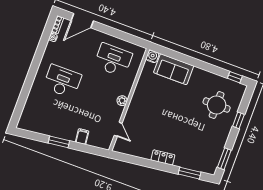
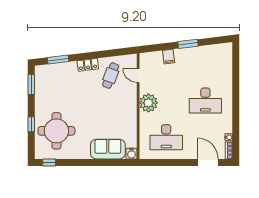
door: (82, 21) -> (208, 163), hinge flipped
plant: (122, 101) -> (148, 103), width x1.87, depth x1.87
round table: (217, 105) -> (56, 131), width x1.36, depth x1.36
cafe table: (145, 139) -> (111, 75), added

